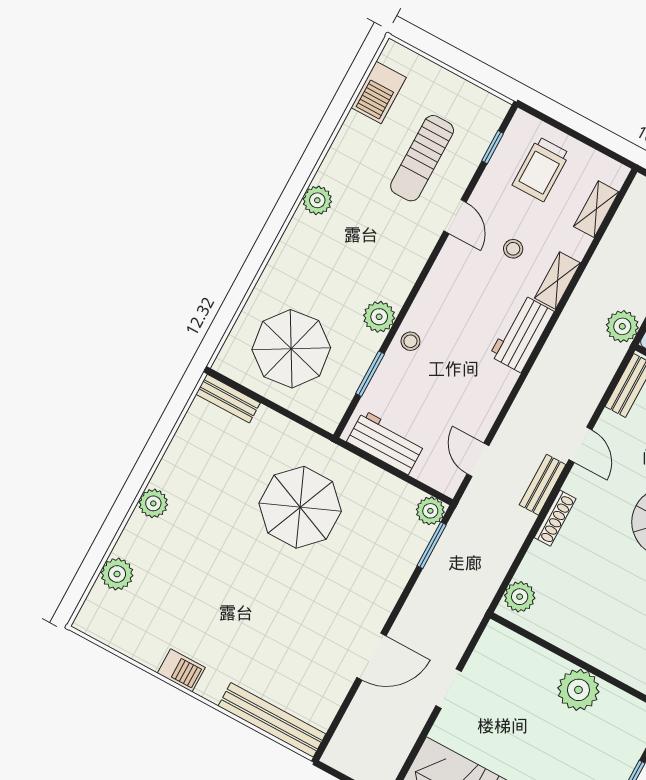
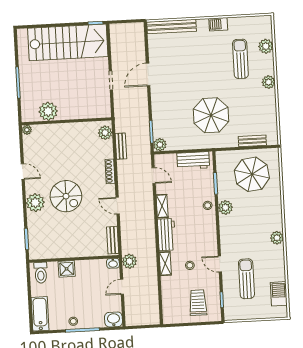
shelving: (596, 209) -> (162, 206), moved
bench: (228, 399) -> (252, 141), moved
bench: (543, 485) -> (121, 146), moved
sun lounger: (179, 580) -> (240, 59), added
plant: (578, 690) -> (48, 111), moved

